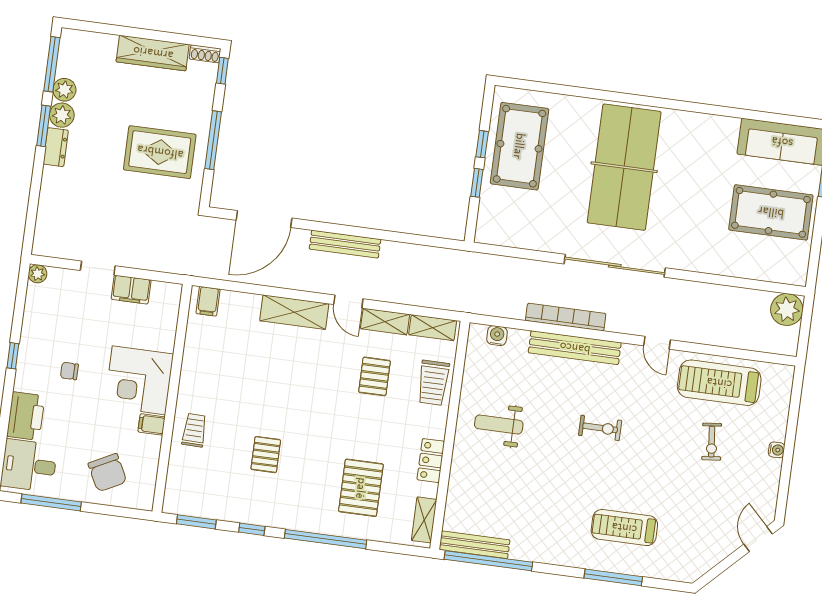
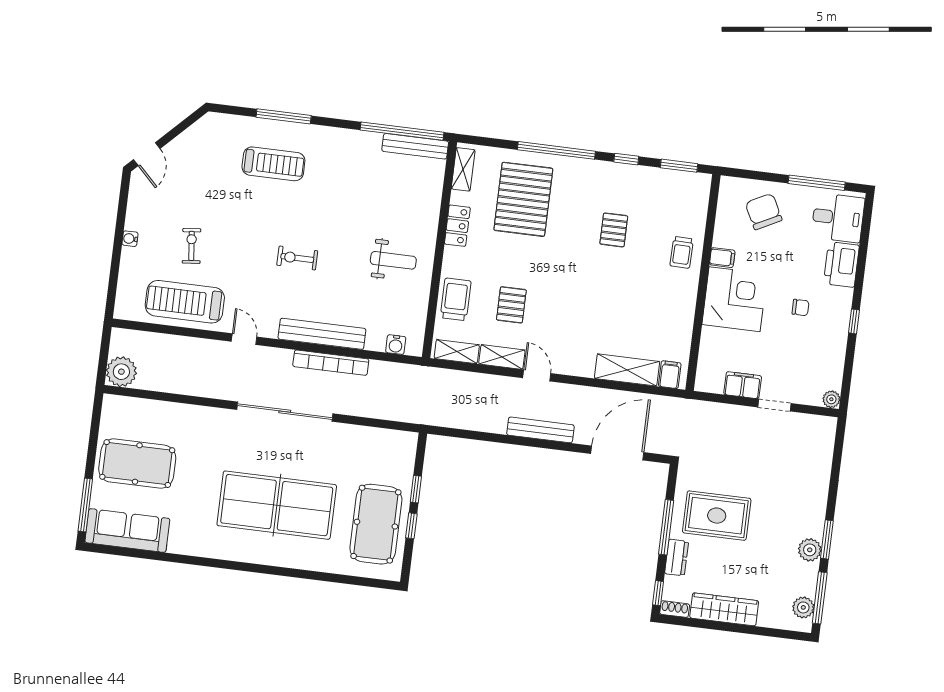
plant: (64, 90) -> (803, 607), moved
dresser: (56, 147) -> (677, 558), moved, turned 180
table tennis table: (624, 167) -> (277, 505), turned 90
shelving: (294, 312) -> (627, 370), moved
treadmill: (719, 383) -> (185, 302), turned 180
pallet: (361, 488) -> (523, 199), width x1.37, depth x1.41

